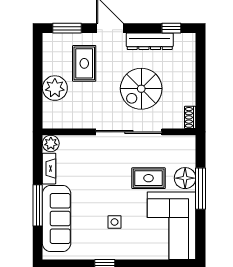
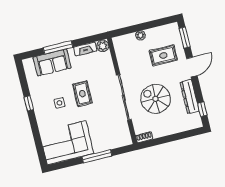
plant: (55, 88) -> (140, 35), width x0.53, depth x0.53
rug: (149, 178) -> (82, 94), moved
floor lamp: (185, 178) -> (102, 144), removed
sofa: (57, 218) -> (52, 63), width x0.73

